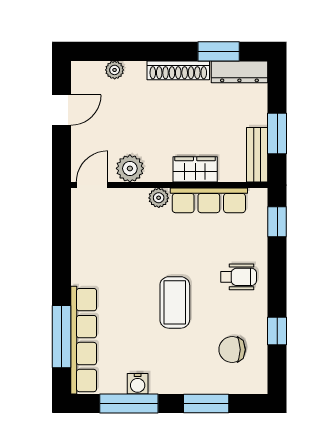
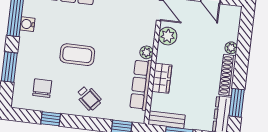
plant: (115, 70) -> (231, 48), moved
wheelchair: (239, 277) -> (89, 98), turned -49

